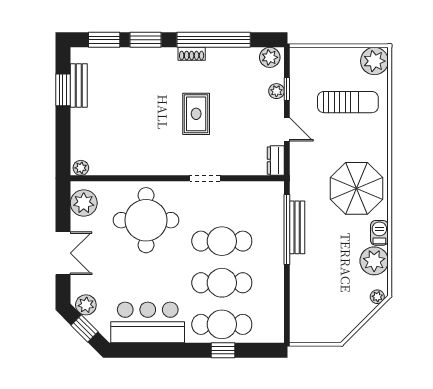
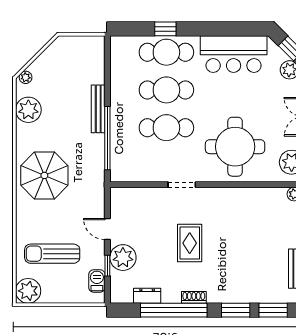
plant: (270, 57) -> (123, 294), removed
plant: (276, 91) -> (123, 258), width x1.88, depth x1.88
dresser: (276, 161) -> (147, 296), moved, turned -90
bench: (297, 227) -> (98, 109), moved
barbecue: (379, 233) -> (97, 281), moved, turned 180

